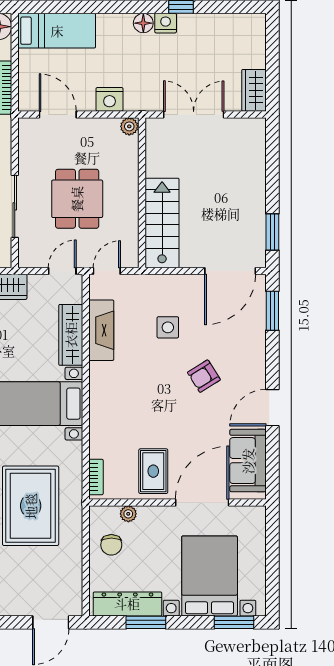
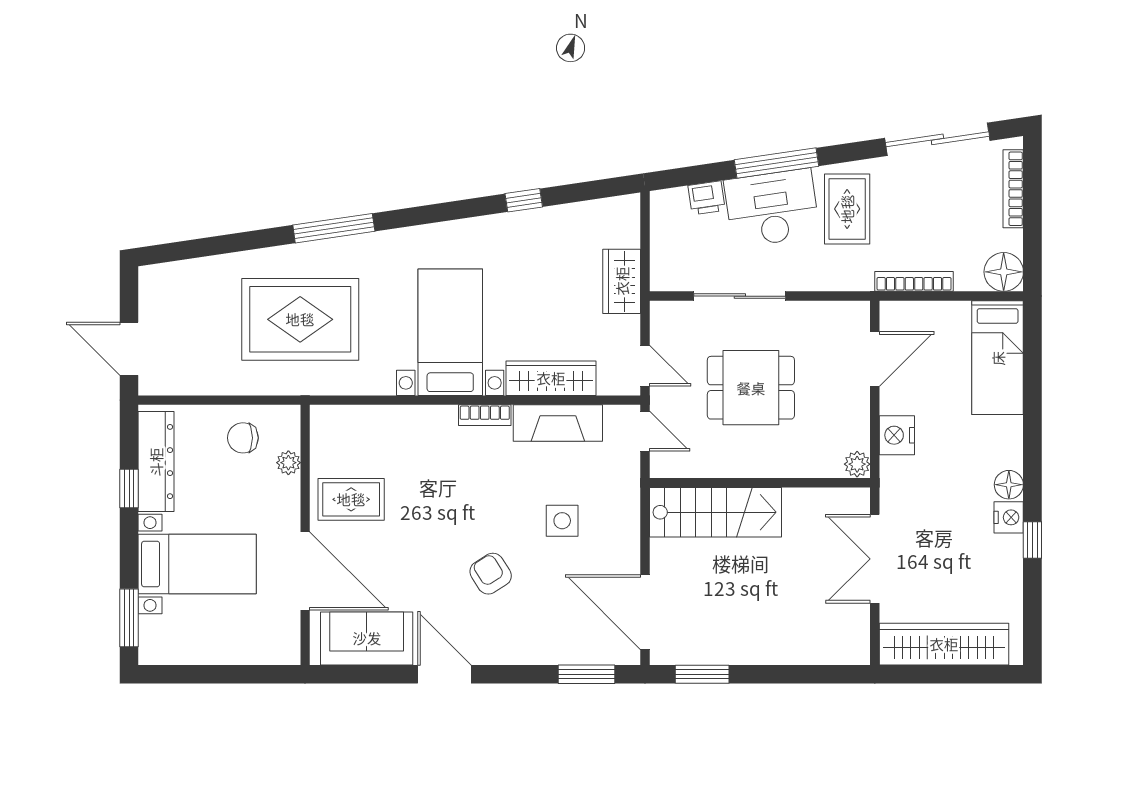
wardrobe: (254, 90) -> (944, 644), width x2.10, depth x1.17
double door: (194, 114) -> (875, 559), swing flipped
bookcase: (96, 477) -> (485, 415), moved
bed with nightstands: (210, 576) -> (197, 564), width x0.73
window: (146, 622) -> (129, 489), width x0.67

